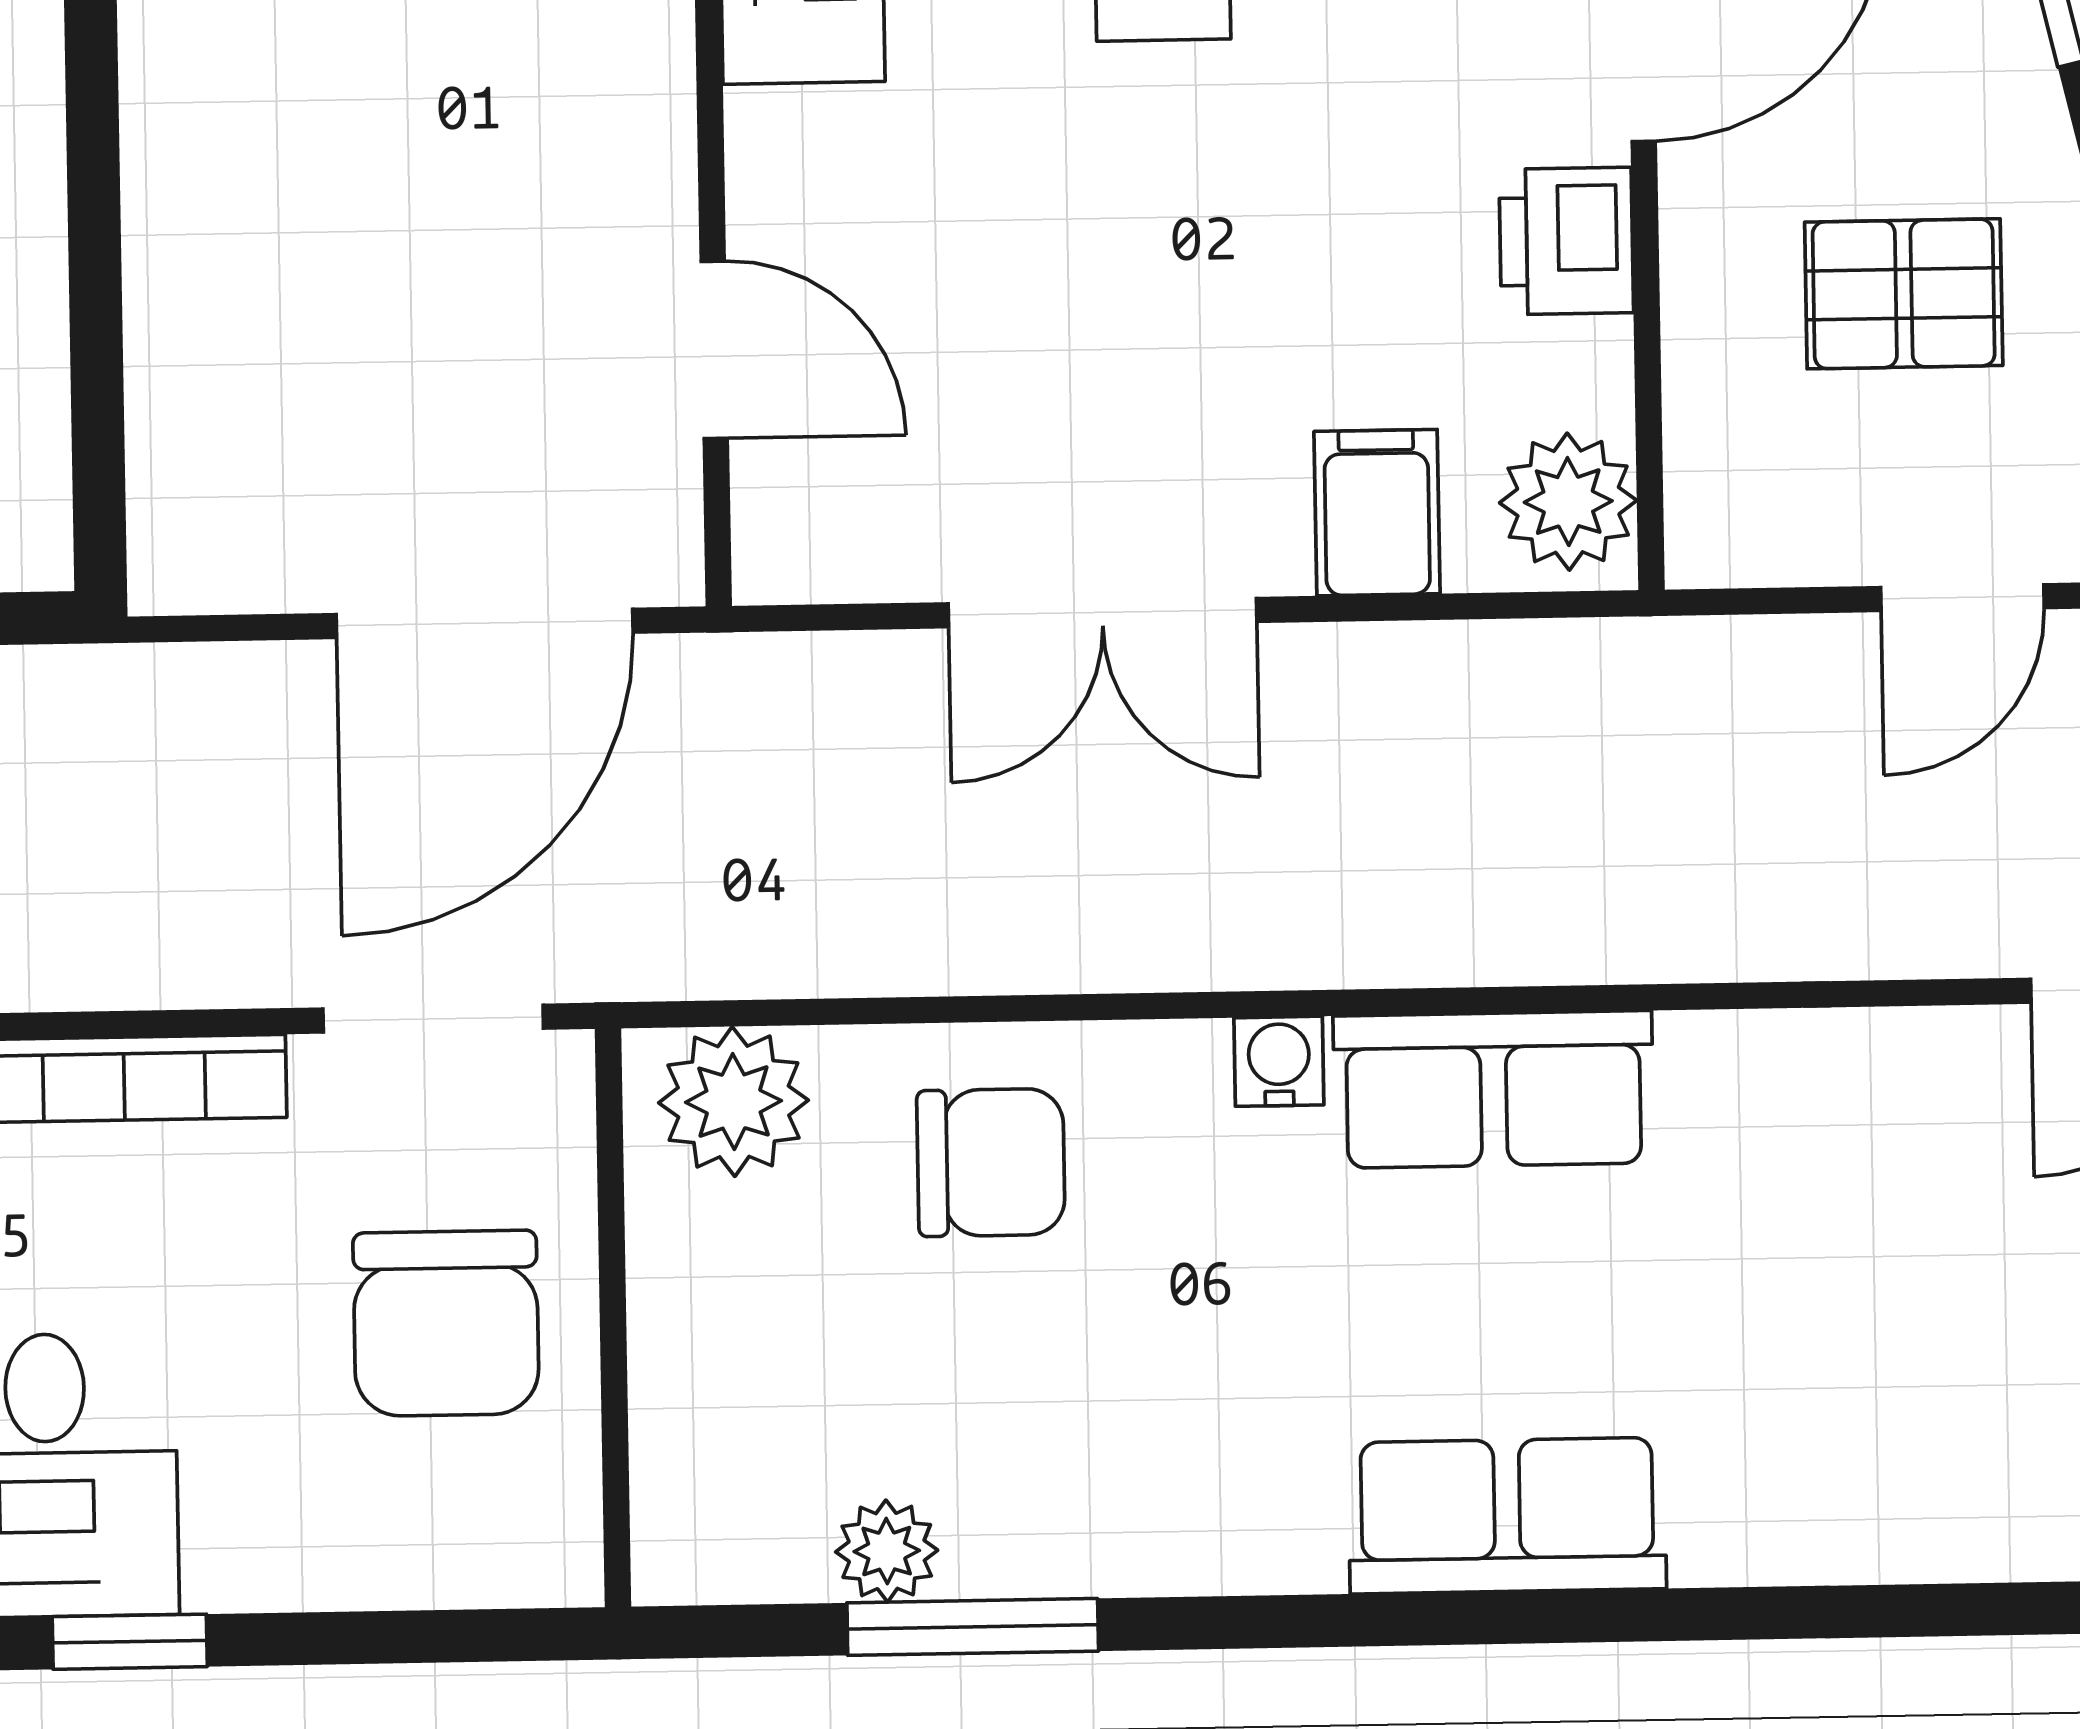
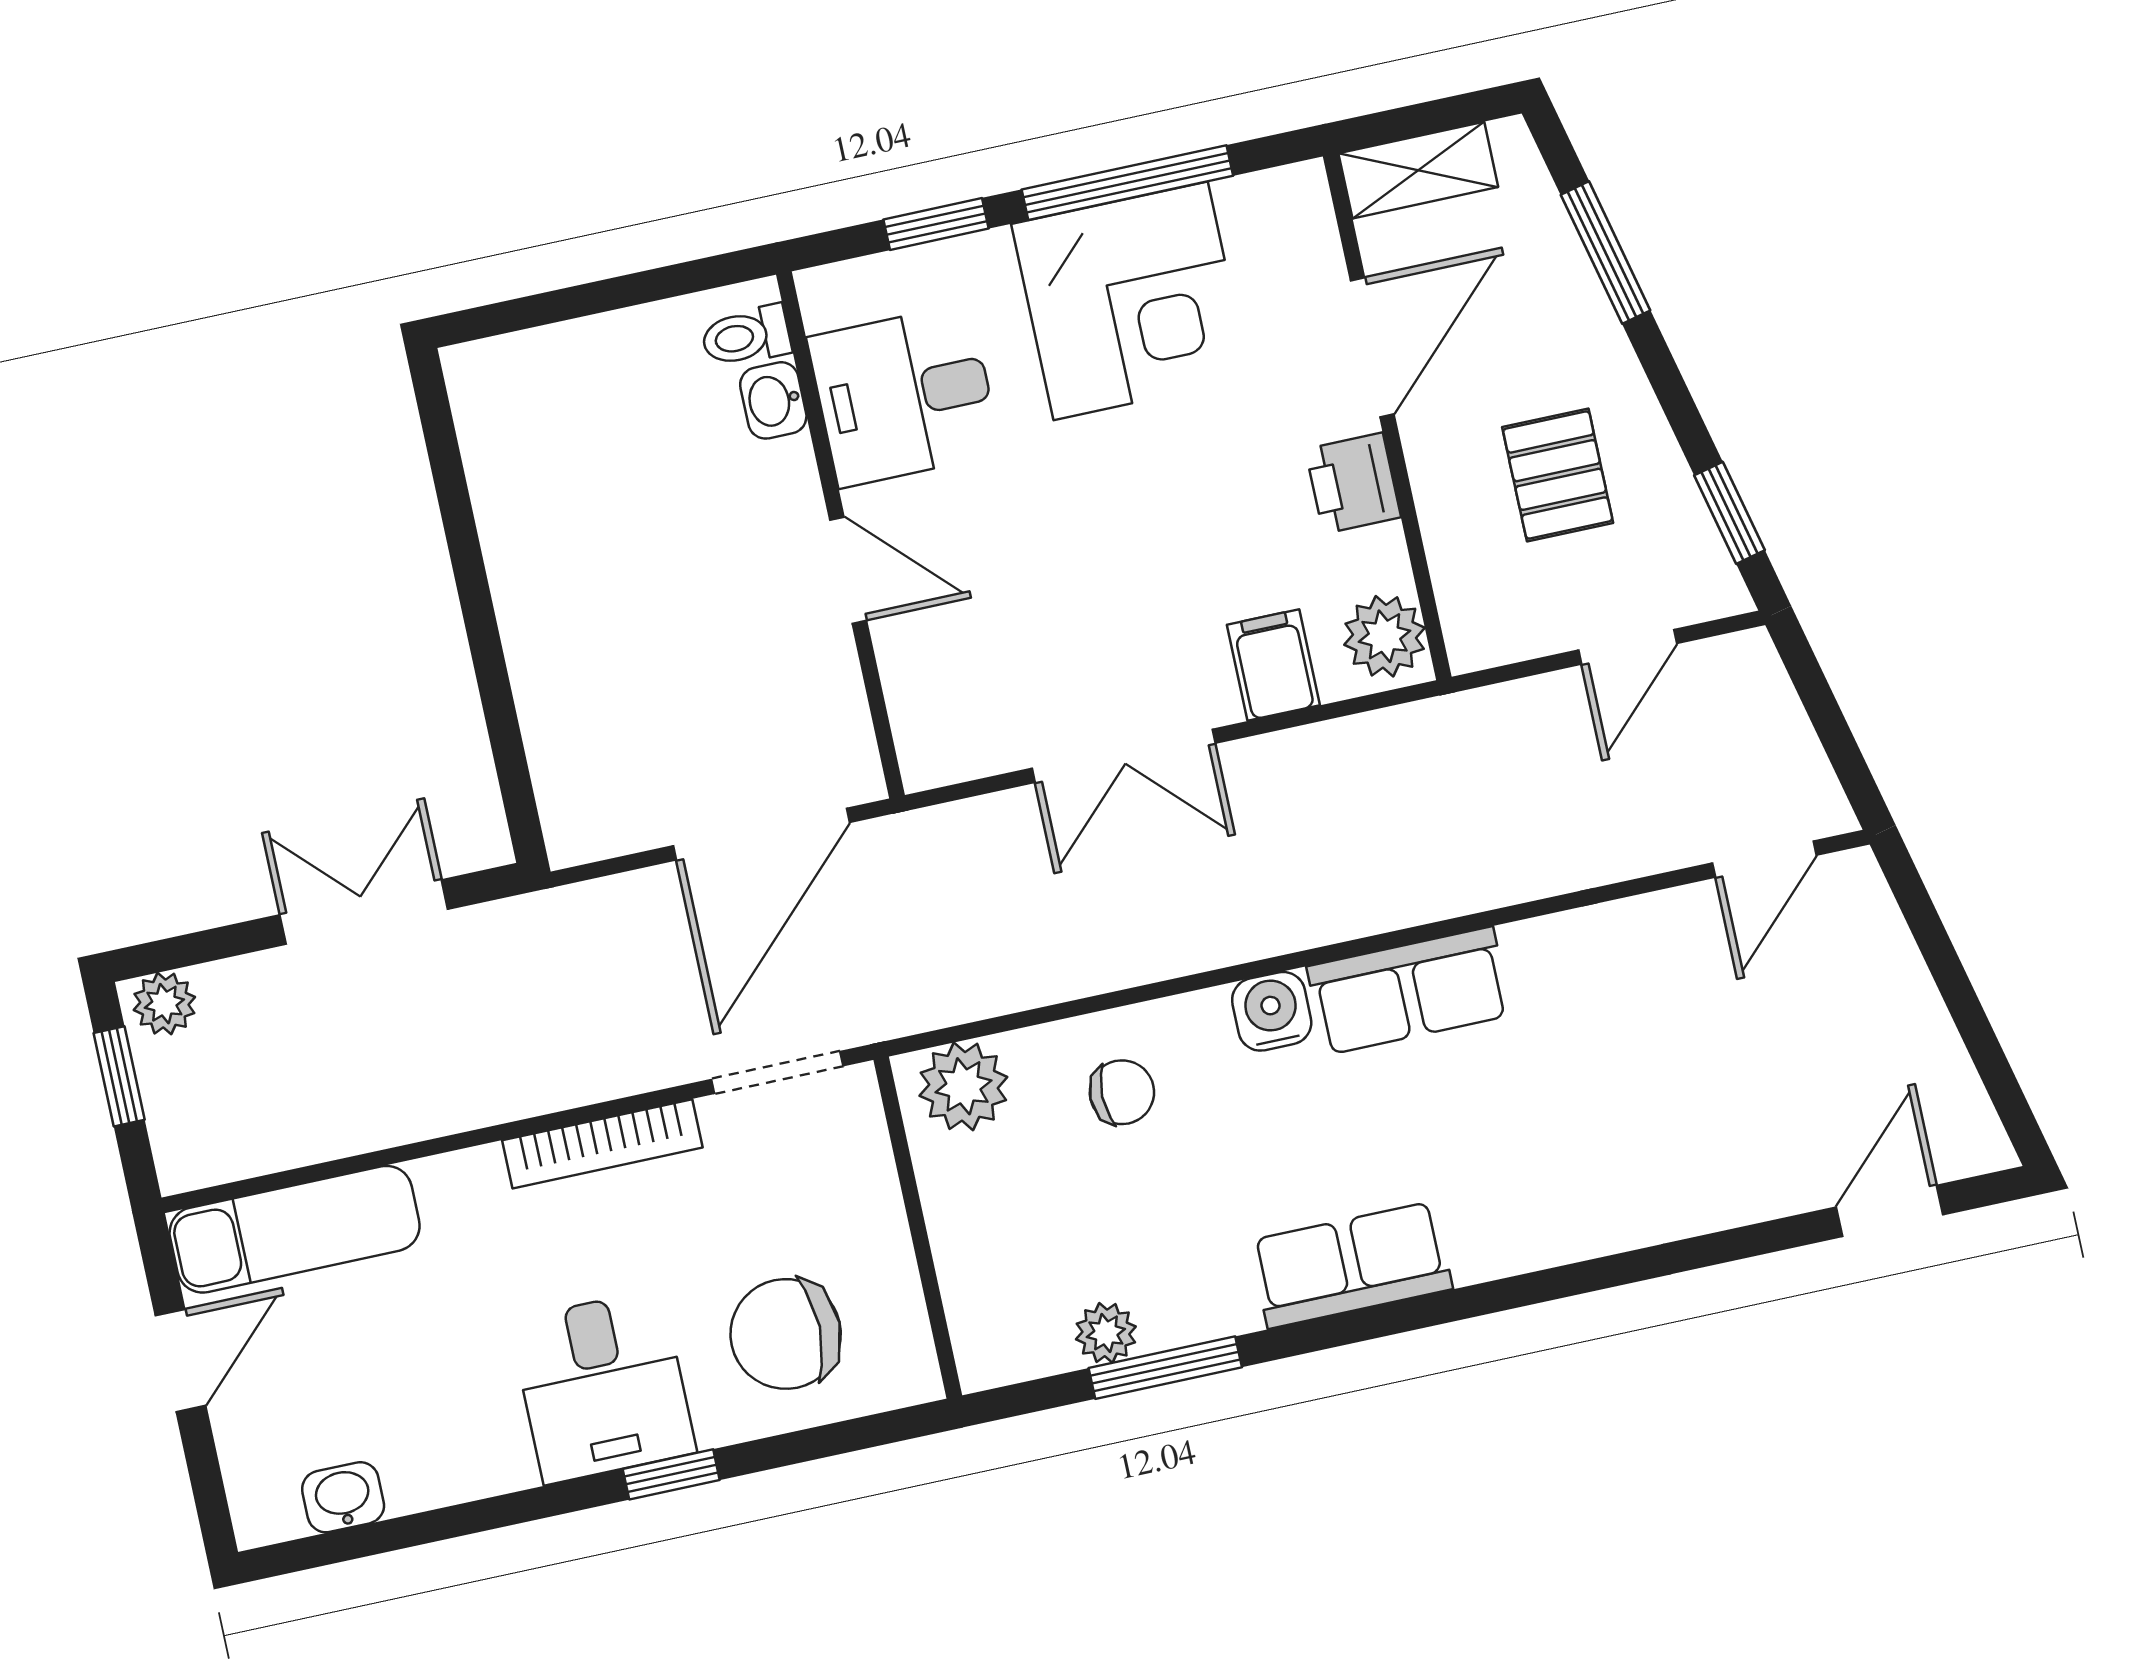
pallet: (1904, 294) -> (1558, 475), turned 90
door: (714, 350) -> (848, 570), moved
water cooler: (1279, 1061) -> (1272, 1011), width x1.38, depth x1.38
chair: (991, 1162) -> (1122, 1092), width x0.73, depth x0.73
chair: (446, 1323) -> (786, 1334), moved, turned 90
row of seats: (1507, 1516) -> (1351, 1265), moved

